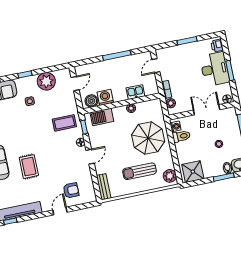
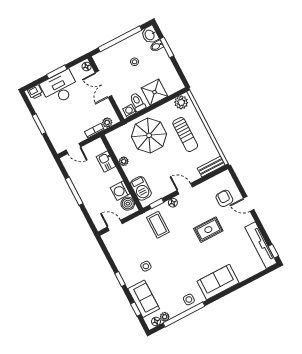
plant: (46, 81) -> (121, 255), removed
rug: (29, 167) -> (208, 230), moved
shower: (193, 172) -> (155, 92), moved

